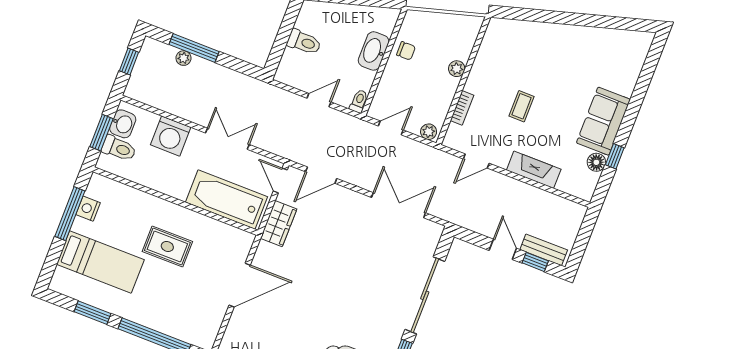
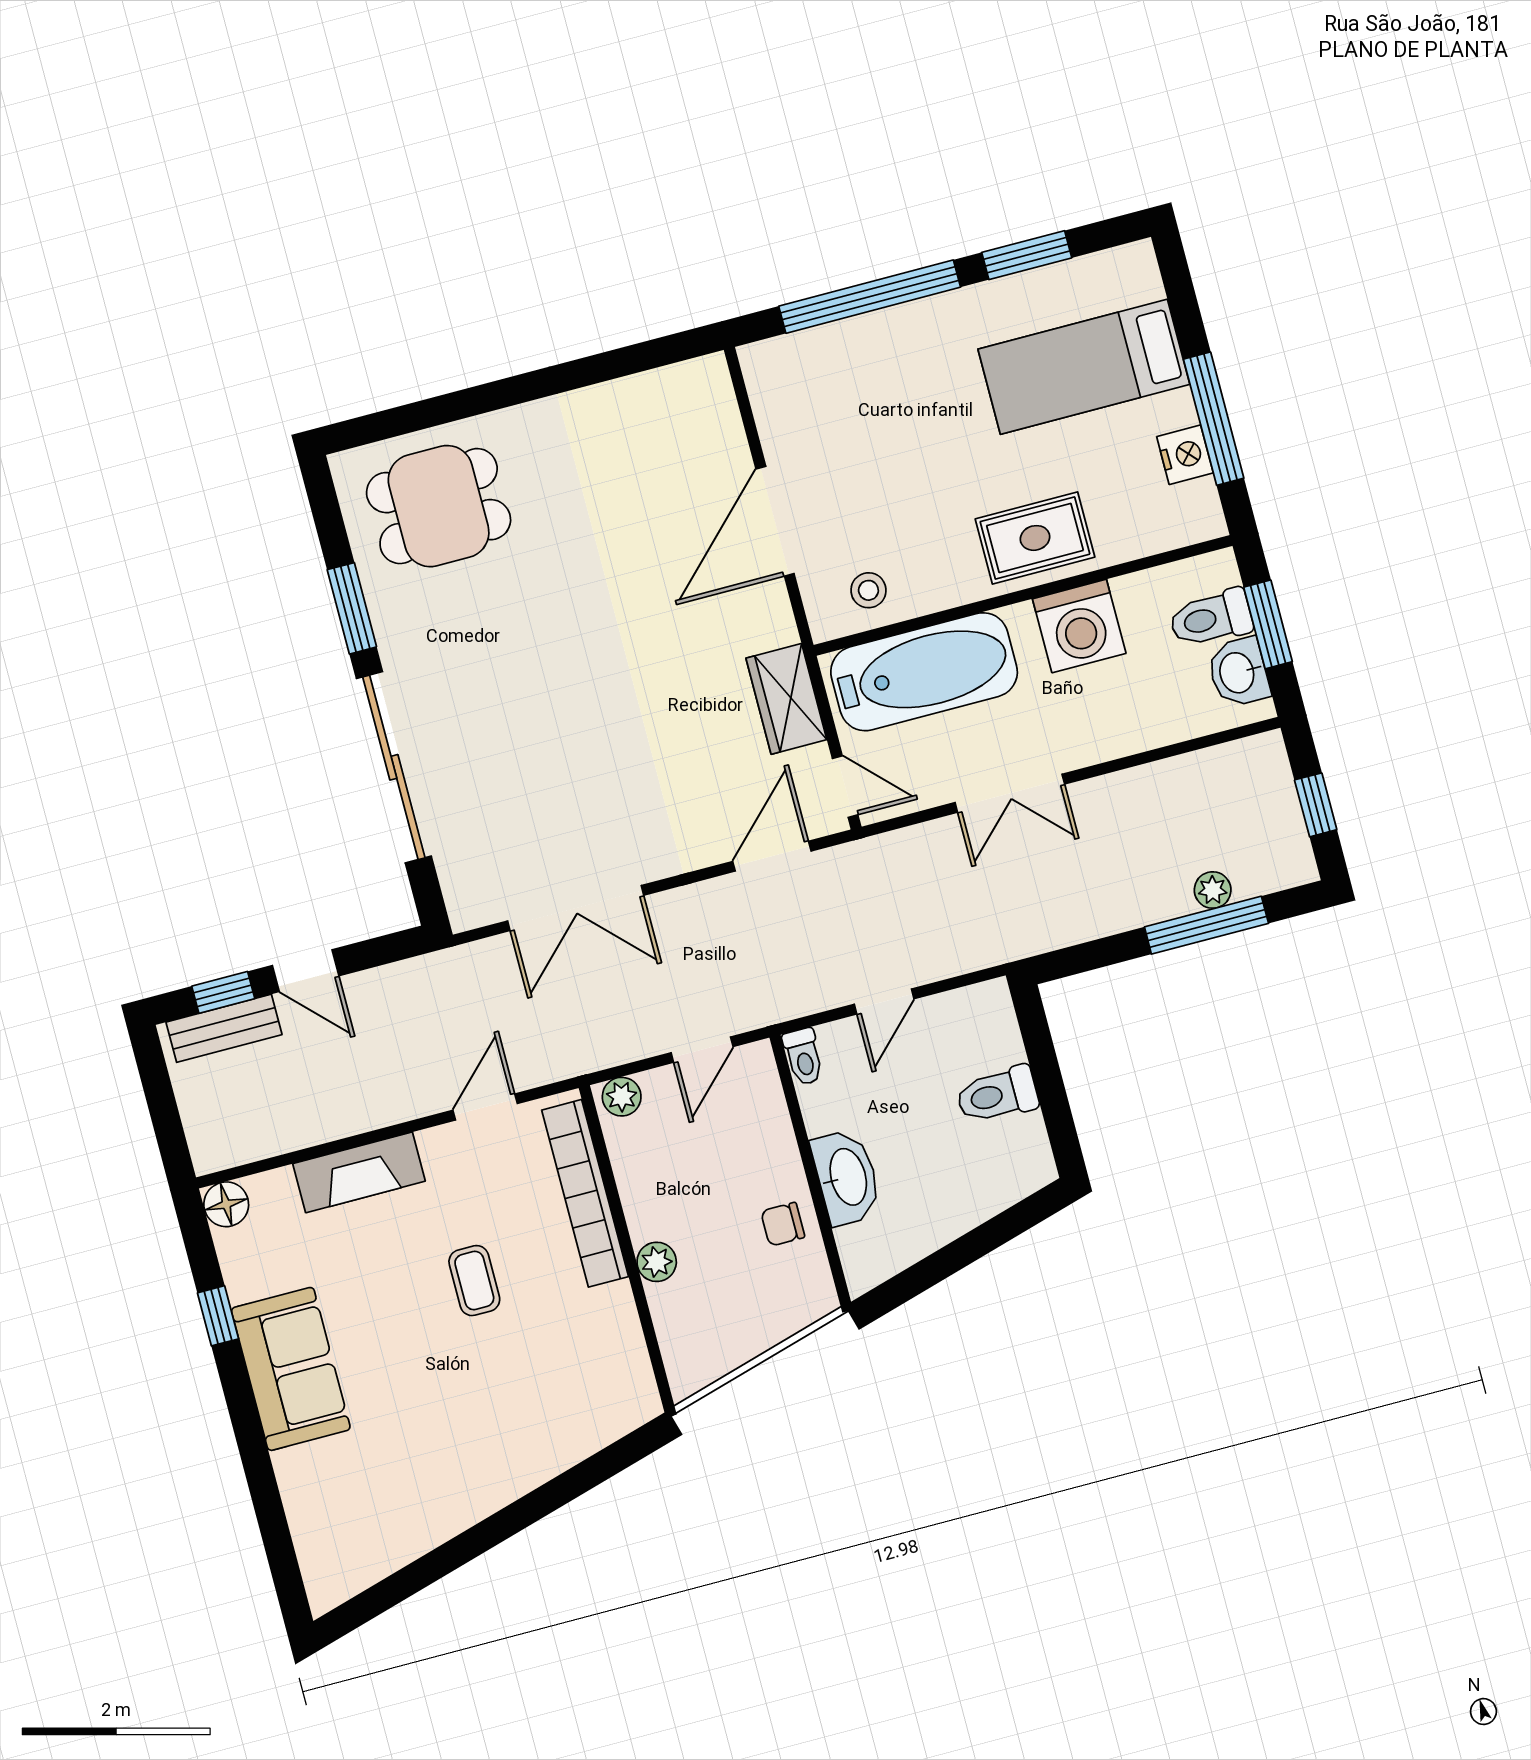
bookcase: (462, 108) -> (585, 1193), width x2.31, depth x1.31
washing machine: (171, 136) -> (1079, 626), moved, turned 180
floor lamp: (596, 162) -> (226, 1204), moved
stool: (225, 240) -> (868, 590), added
rug: (167, 246) -> (1035, 538), moved

